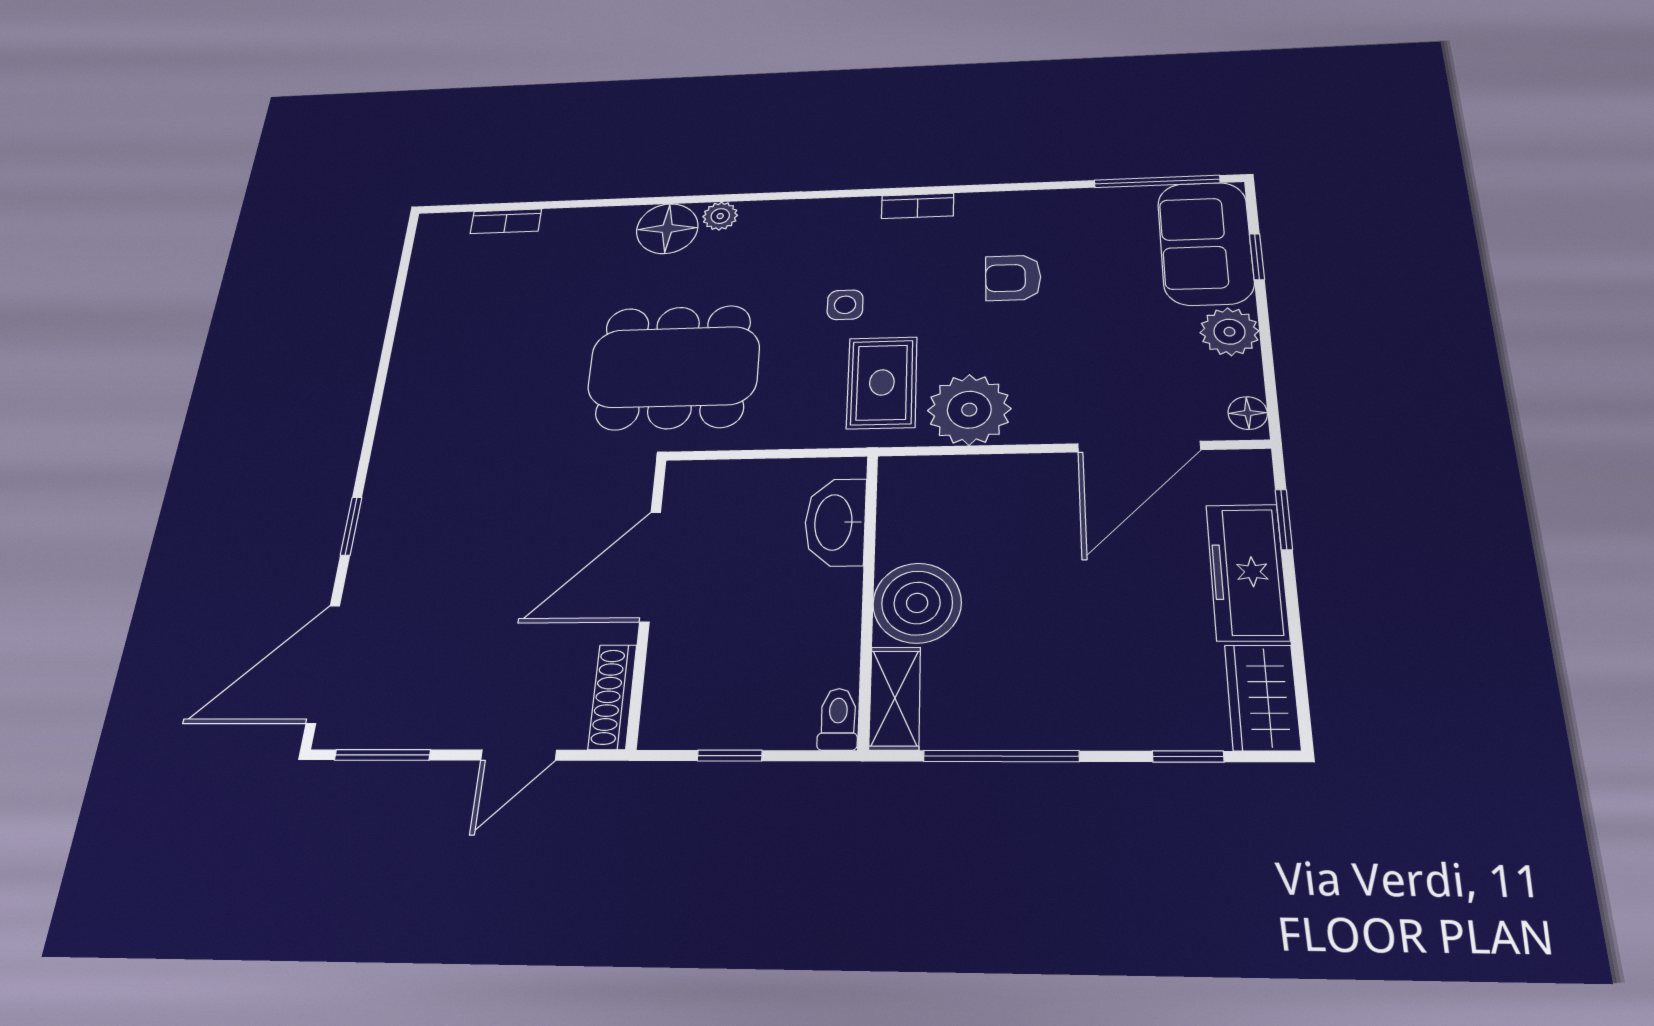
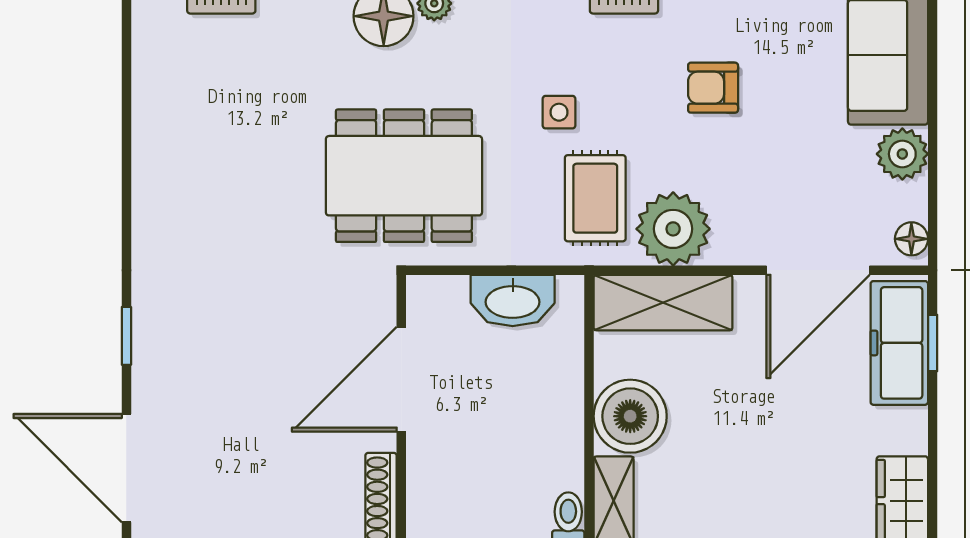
window: (1257, 257) -> (933, 73), removed
shelving: (957, 483) -> (663, 303), added
washbasin: (835, 522) -> (513, 300), moved, turned -90
freezer: (1247, 572) -> (899, 343), moved
door: (323, 664) -> (126, 468), hinge flipped

